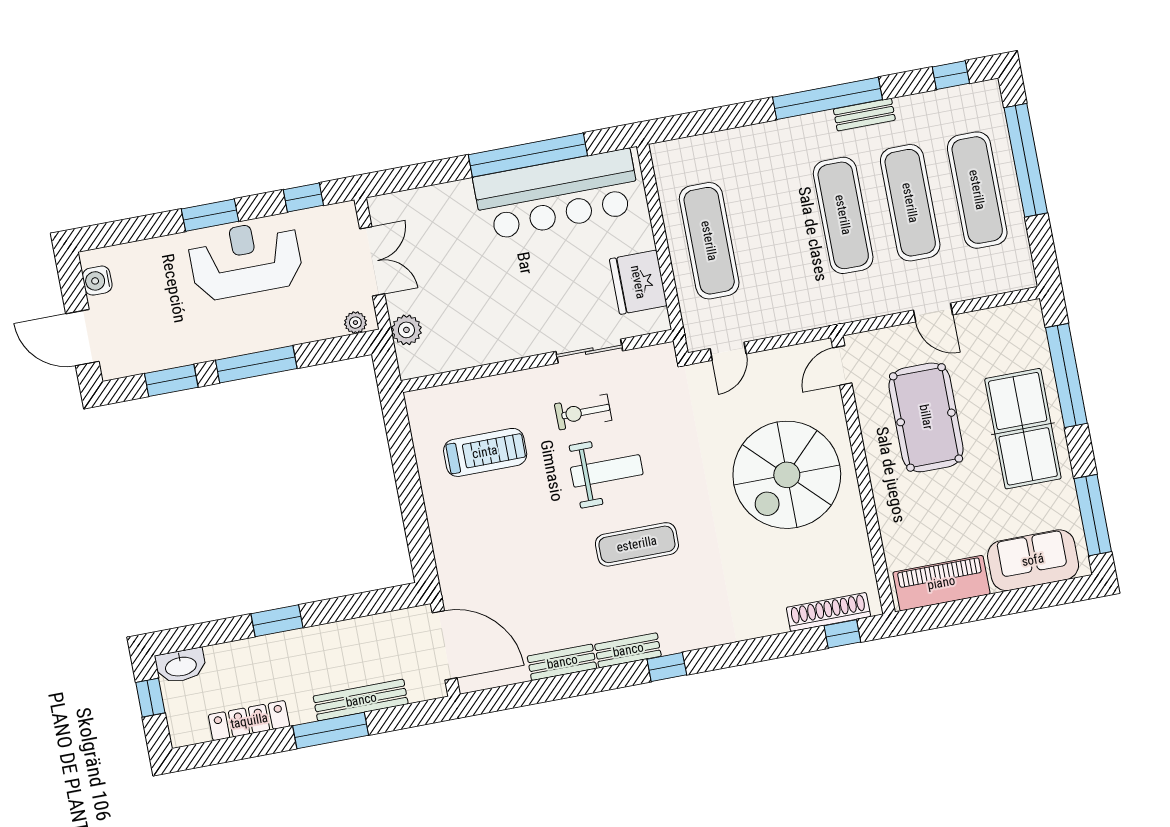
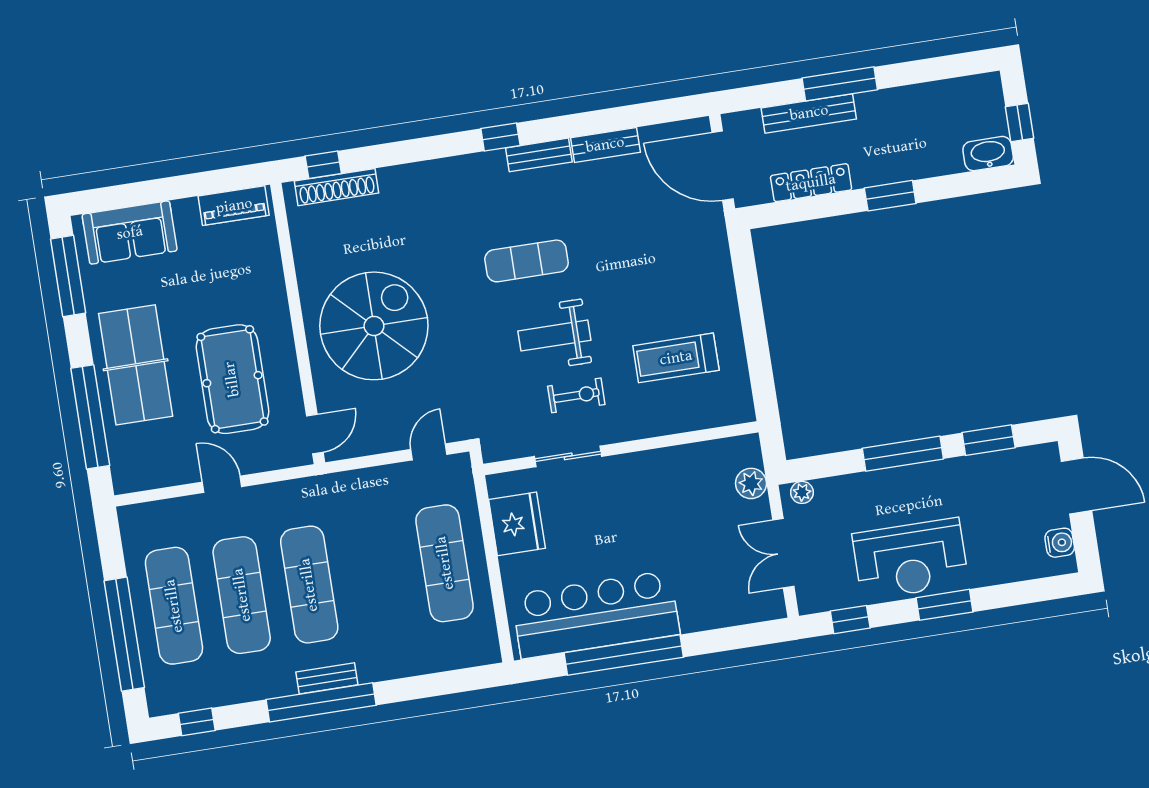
bench: (864, 115) -> (327, 678), moved
piano: (941, 583) -> (234, 206), width x0.73, depth x0.75
locker: (249, 721) -> (811, 183), moved, turned 180

